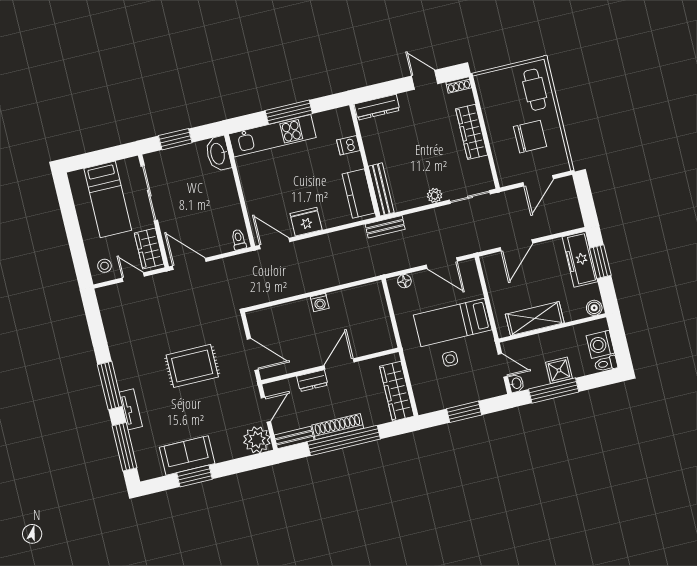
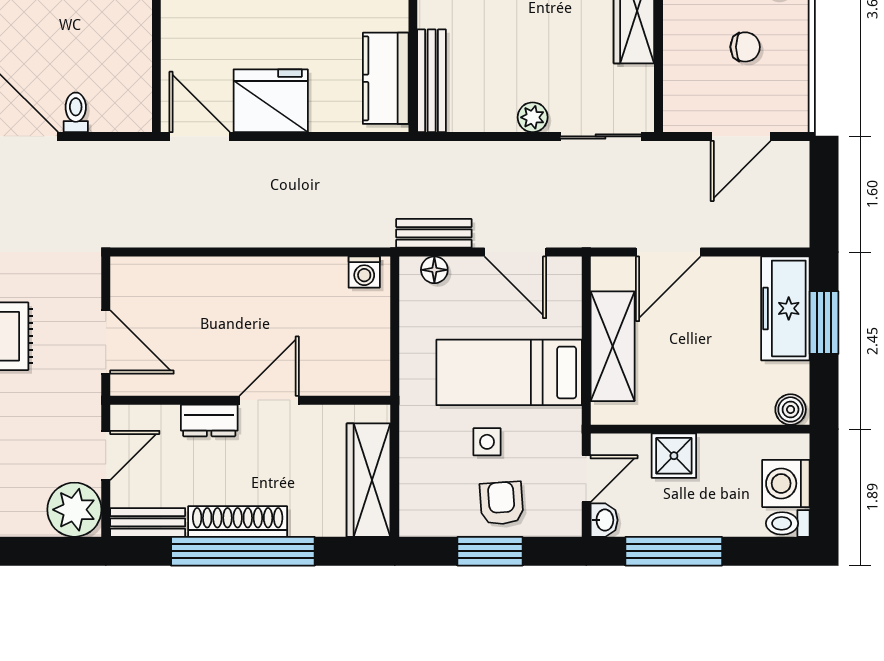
chair: (530, 137) -> (745, 47), width x0.54, depth x0.54
fridge: (306, 222) -> (271, 101), width x1.36, depth x1.34
bench: (385, 227) -> (434, 233), moved
toilet: (239, 240) -> (76, 112), moved
washing machine: (320, 302) -> (364, 272), moved
shelving: (535, 319) -> (613, 346), moved, turned 90
door: (503, 365) -> (586, 479), hinge flipped
shower: (559, 370) -> (674, 456), moved
armchair: (464, 387) -> (502, 503), added

